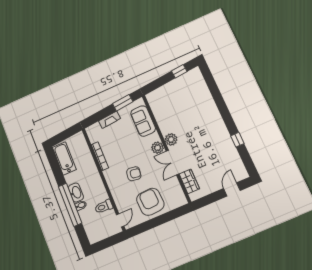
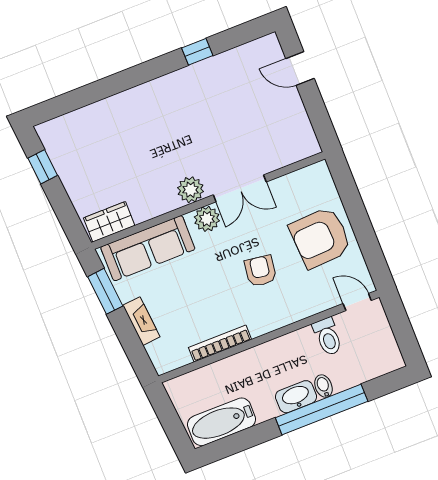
sofa: (143, 121) -> (148, 248), width x1.36
wardrobe: (189, 181) -> (109, 222), moved

